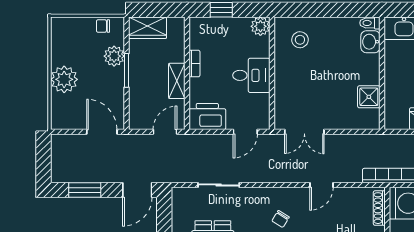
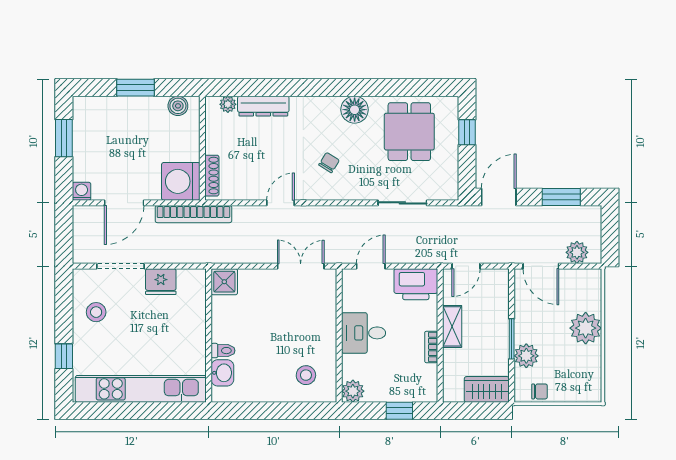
toilet: (370, 23) -> (223, 351), moved
shower: (369, 97) -> (224, 282), moved
plant: (71, 143) -> (577, 252), added

